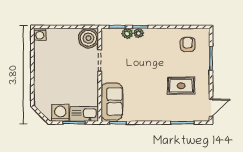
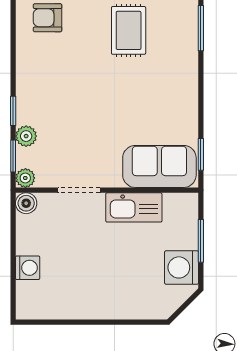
plant: (139, 33) -> (25, 178), moved
washing machine: (40, 34) -> (28, 268), moved
boiler: (88, 38) -> (26, 203), width x0.54, depth x0.54
kitchen sink: (84, 114) -> (134, 207), moved, turned -90

